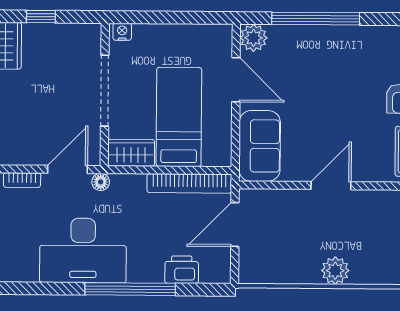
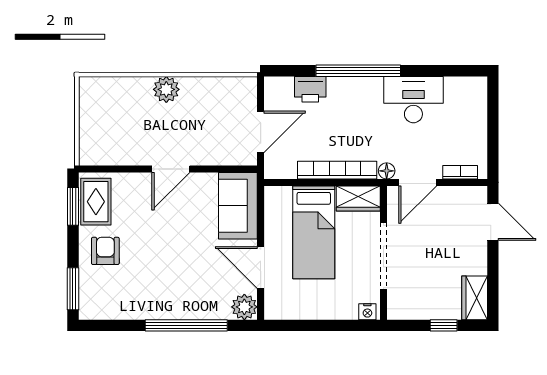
bookcase: (189, 183) -> (337, 170), moved
desk: (83, 250) -> (413, 100), width x0.73, depth x0.77

